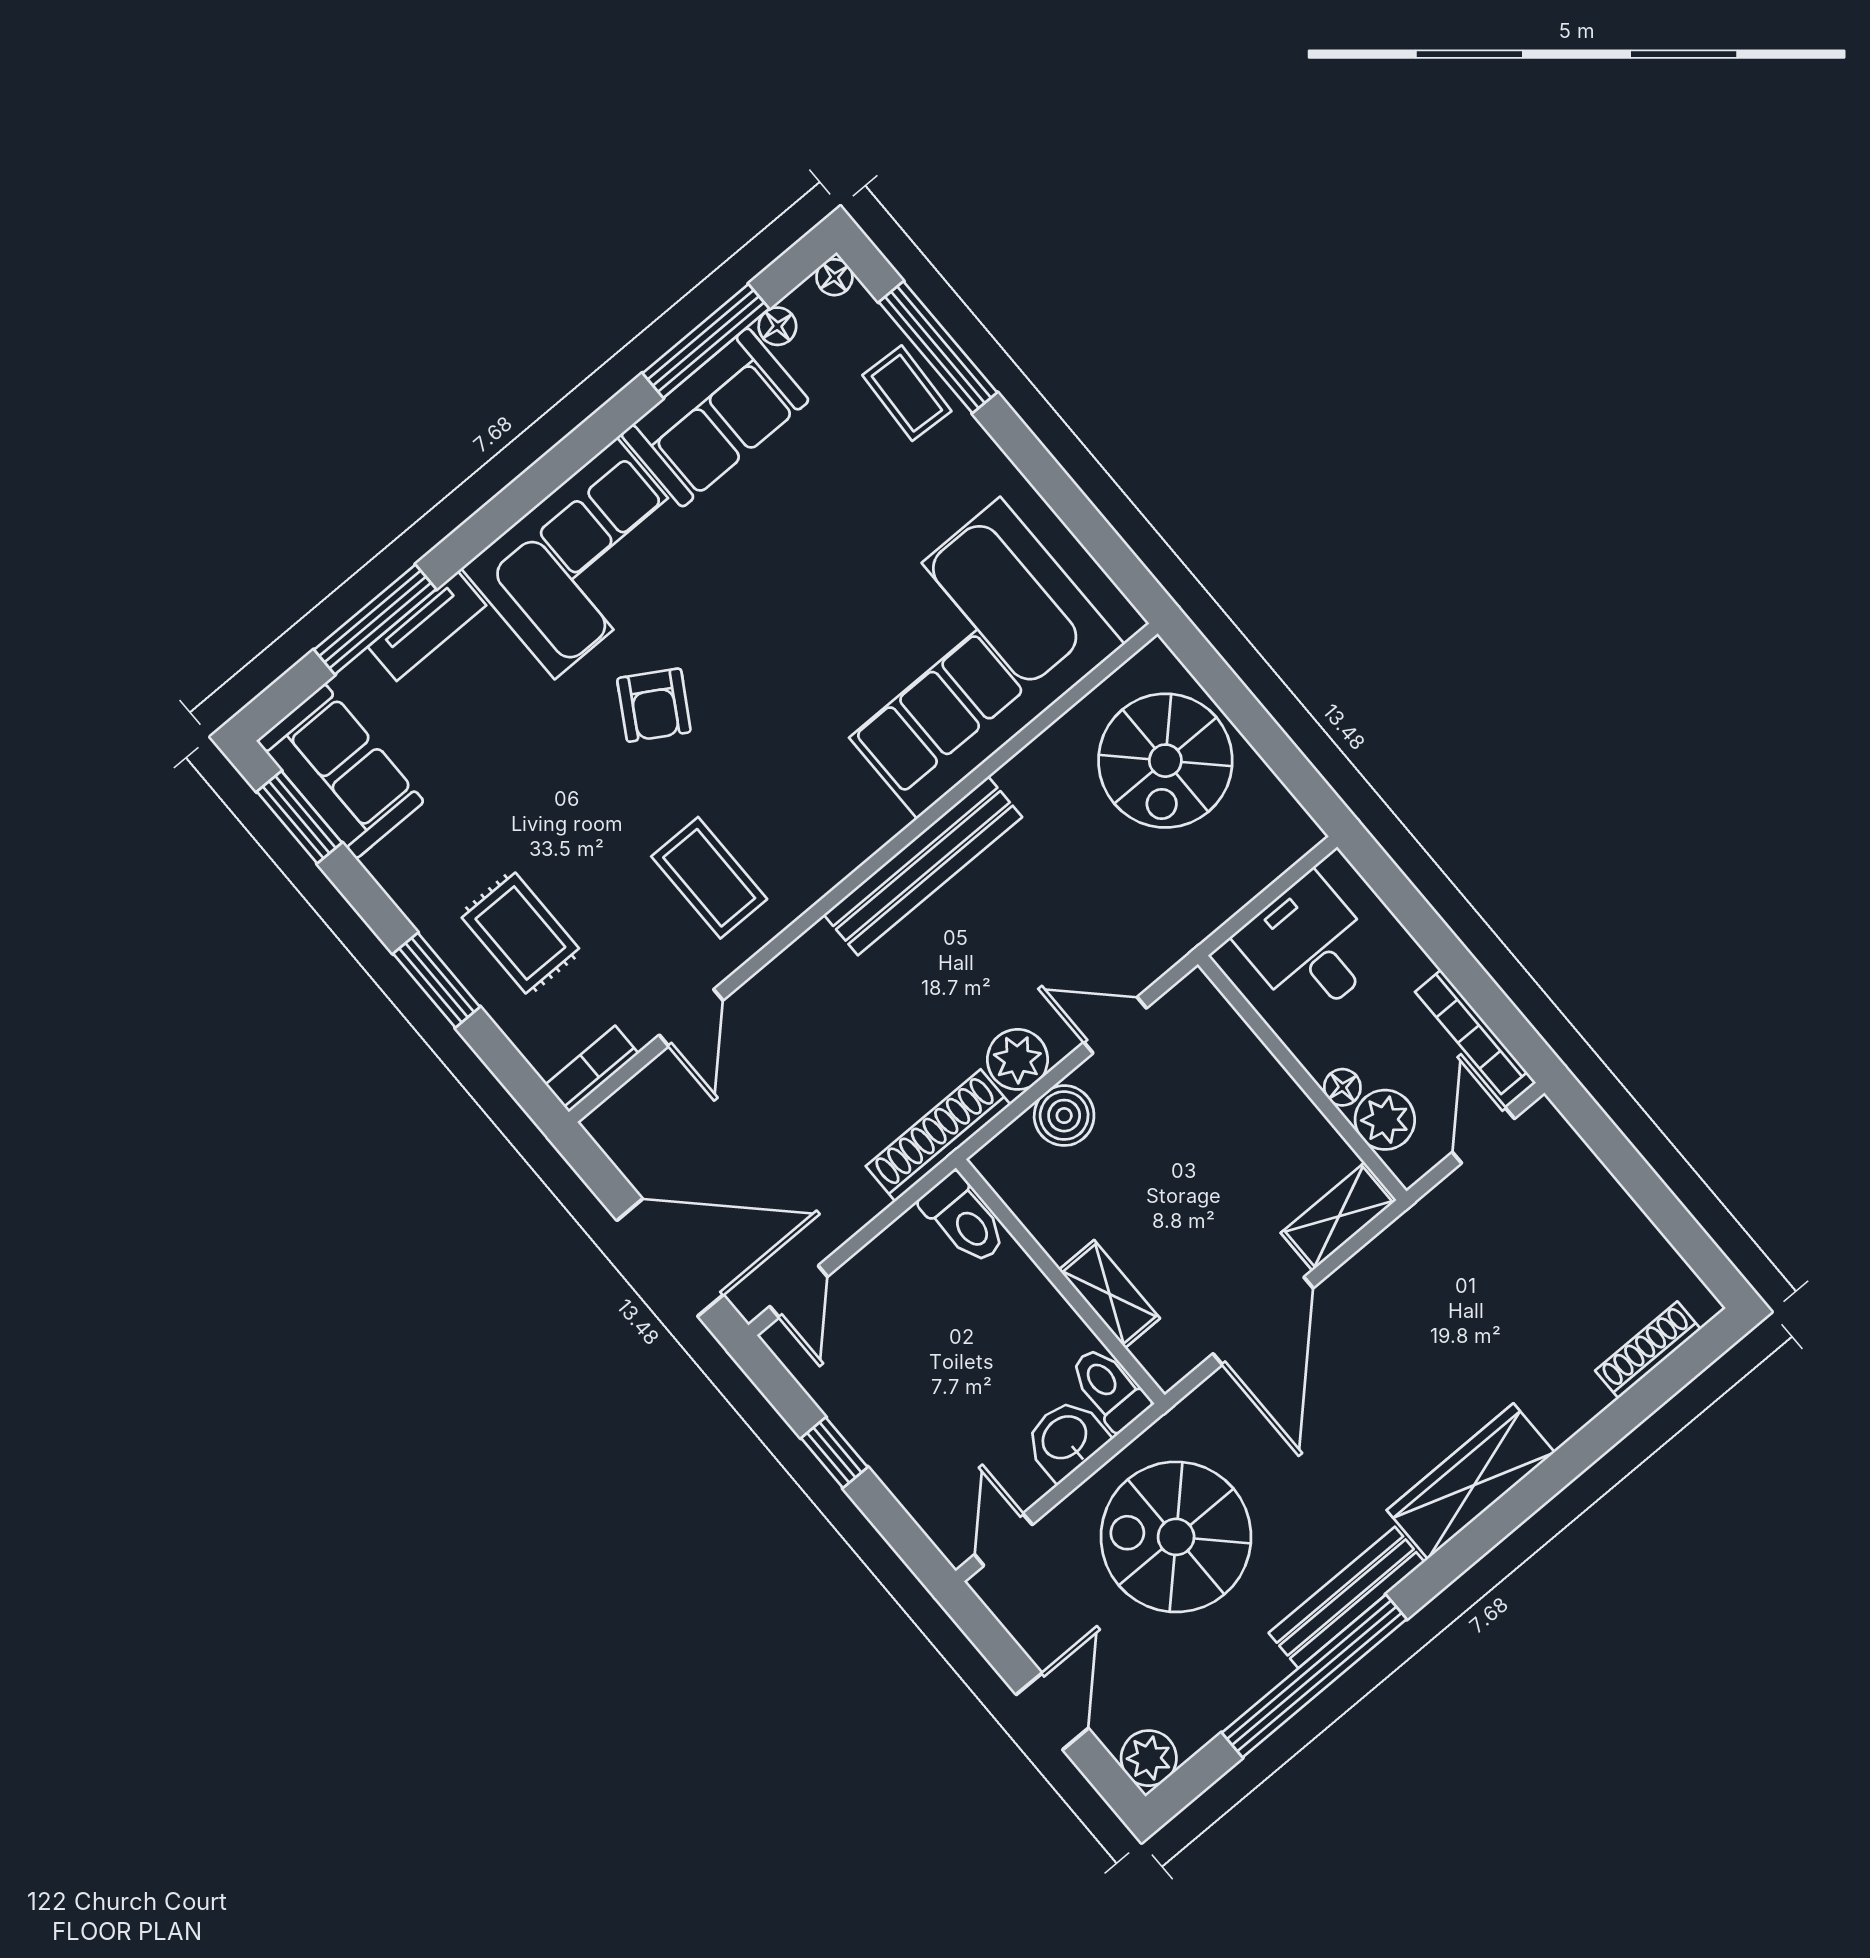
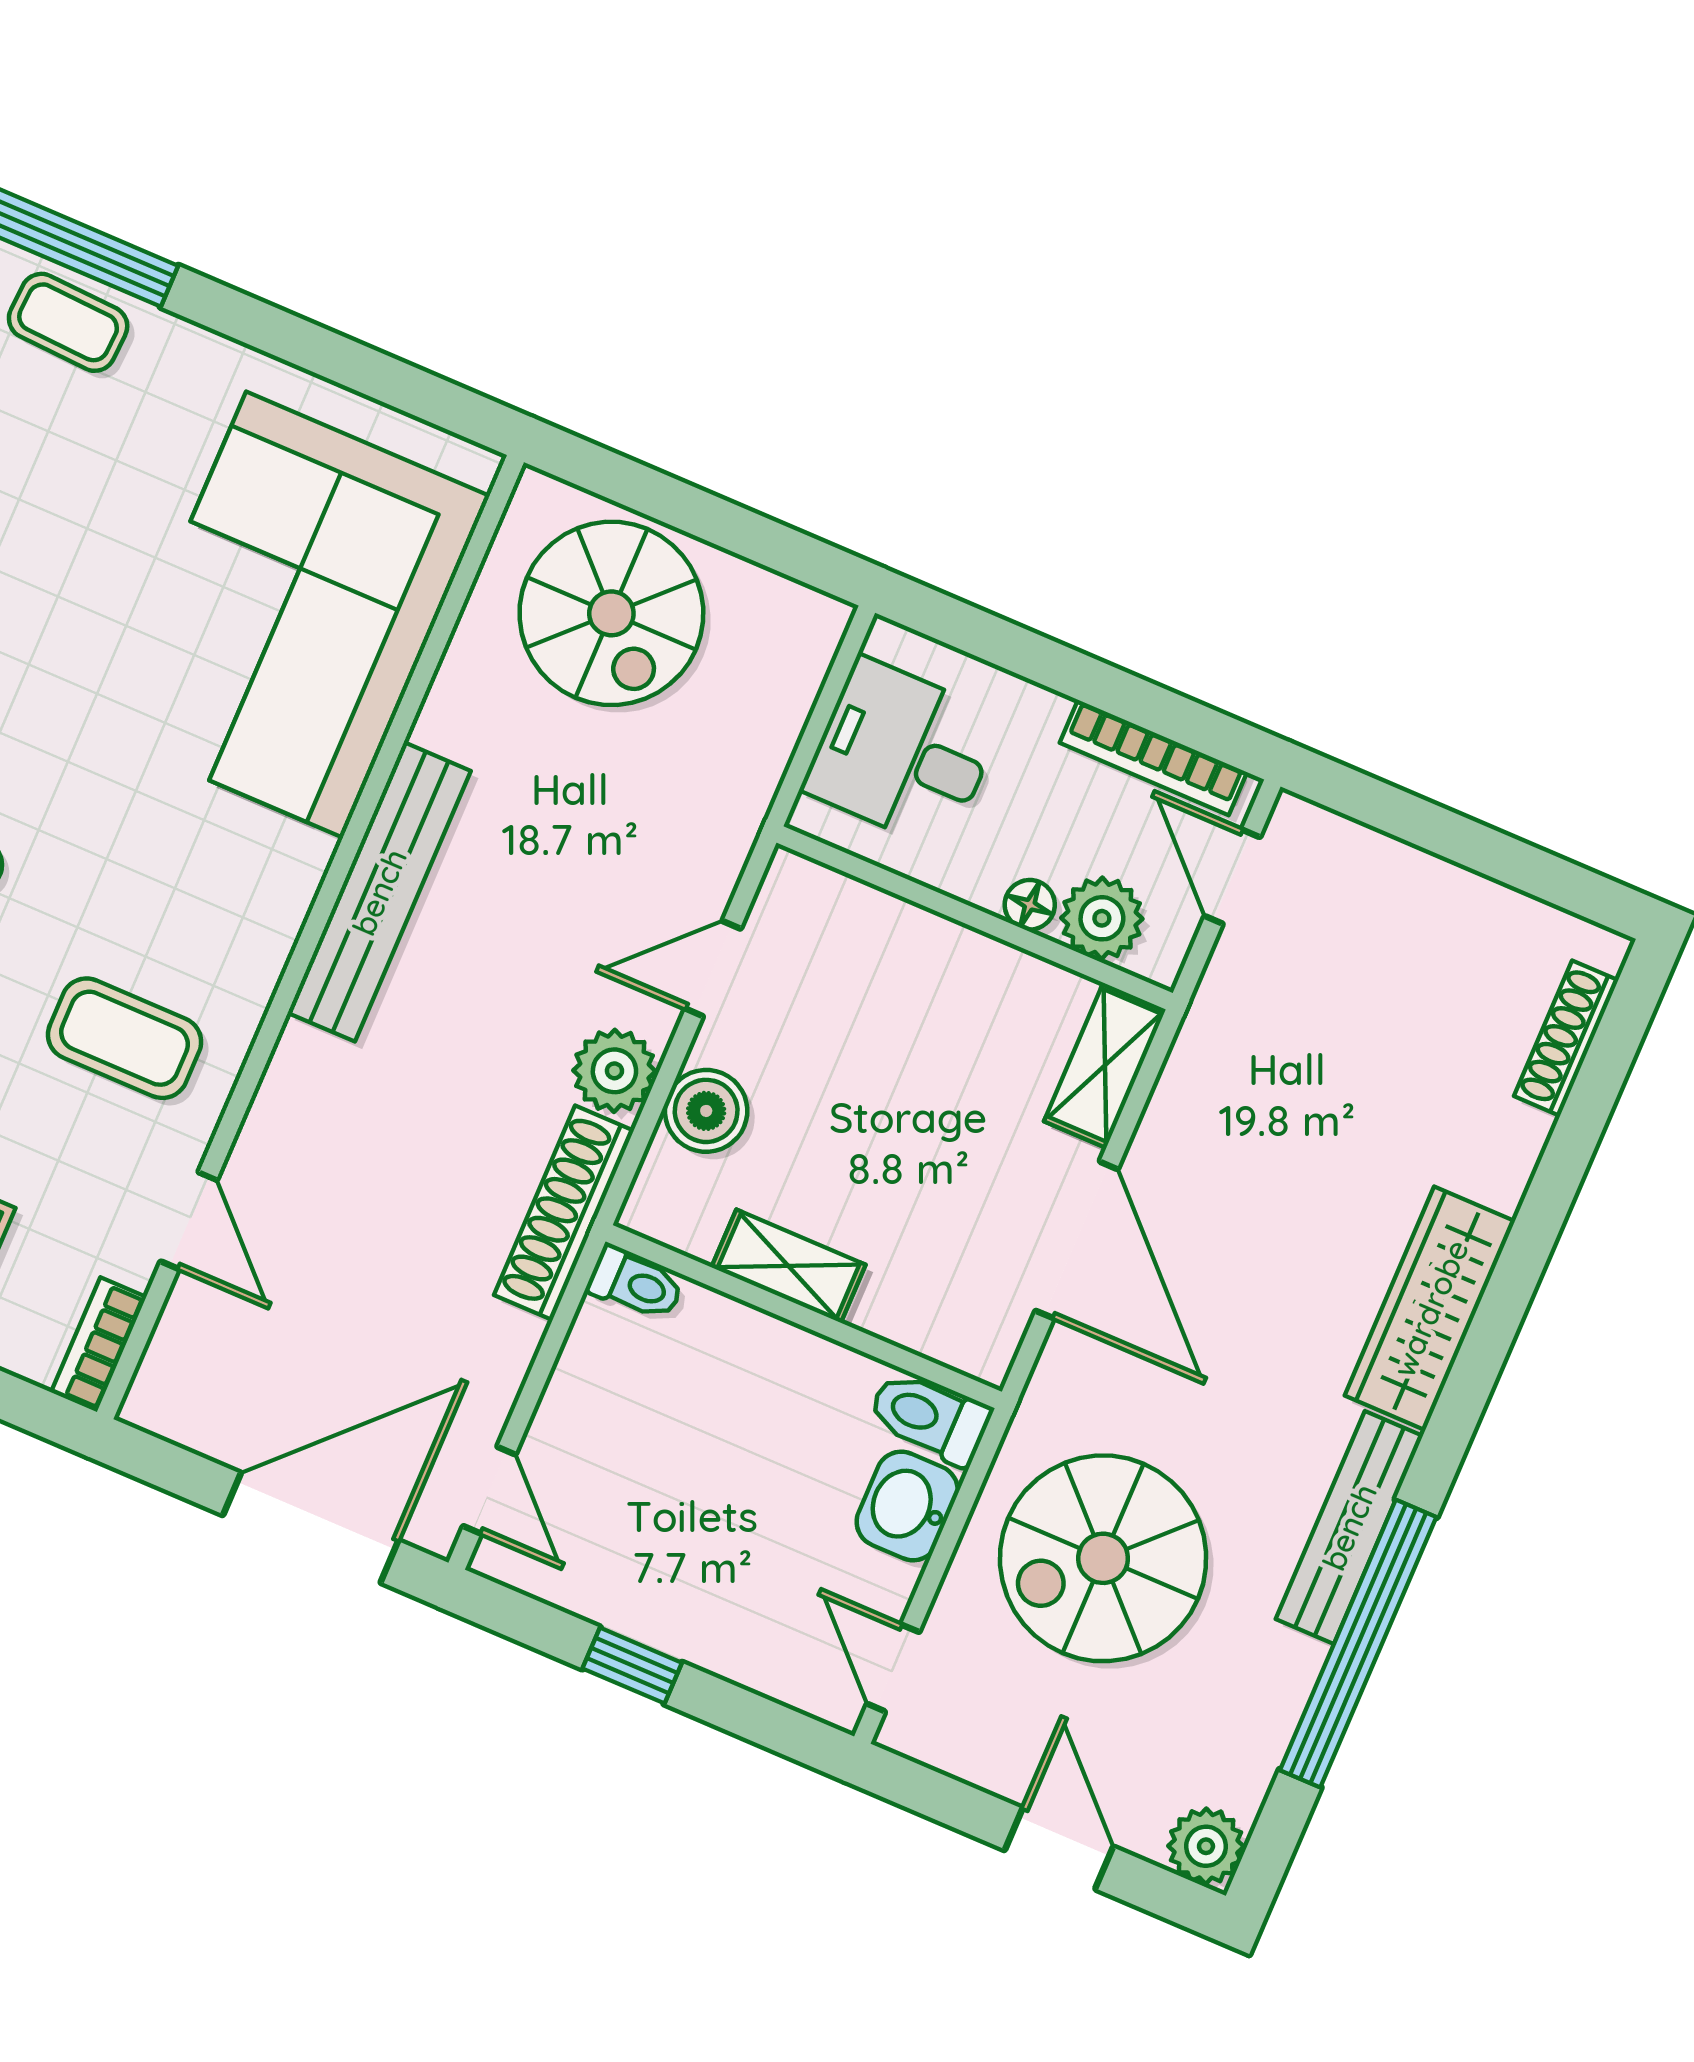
toilet: (964, 1219) -> (635, 1284), width x0.73, depth x0.72
shelving: (1109, 1294) -> (789, 1266), moved

